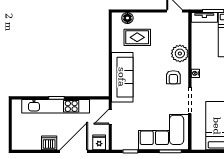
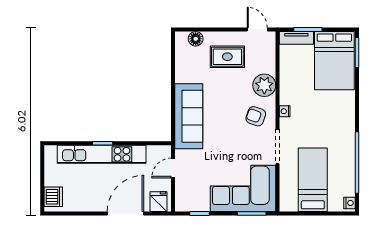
rug: (137, 37) -> (227, 57), moved
armchair: (173, 77) -> (256, 116), turned 110
dishwasher: (49, 143) -> (53, 197), moved, turned 90

